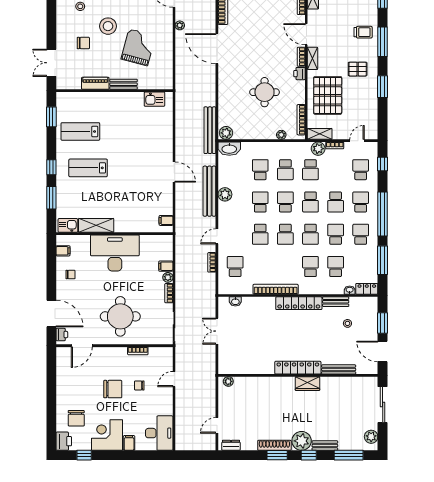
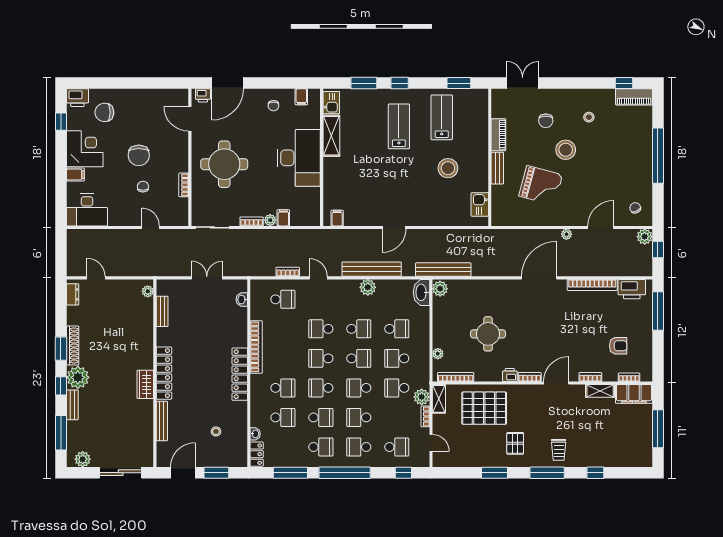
shelving: (312, 58) -> (528, 390), removed
stool: (124, 126) -> (448, 168), added
school desk: (361, 202) -> (359, 447), turned 180
bench: (336, 302) -> (162, 311), moved

